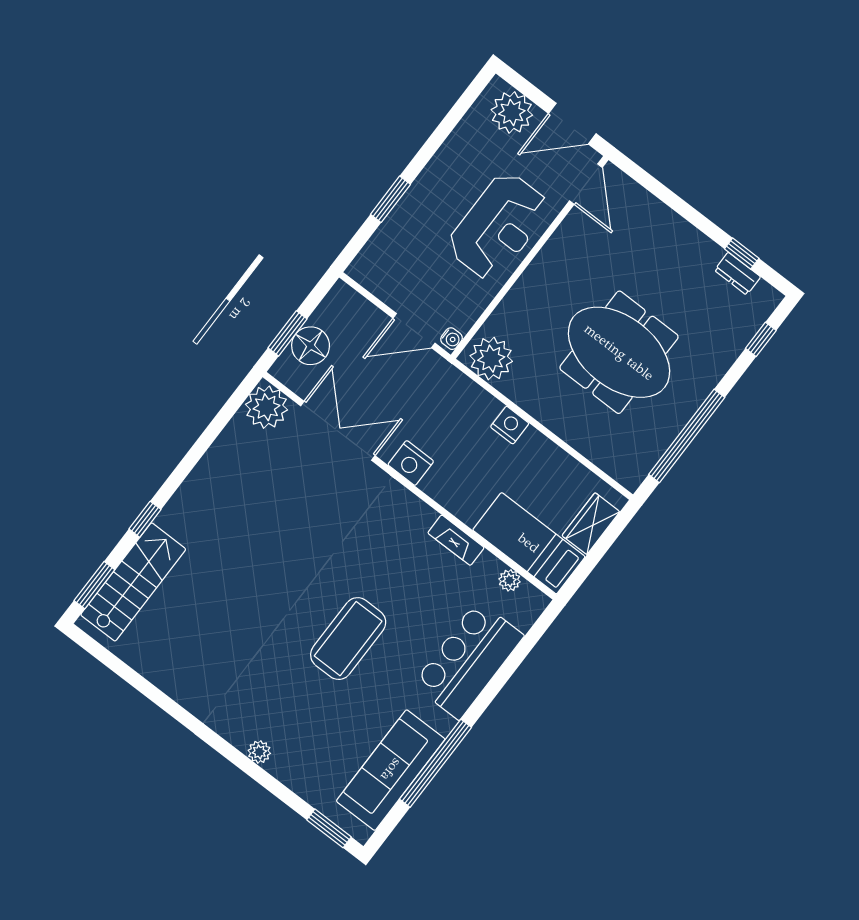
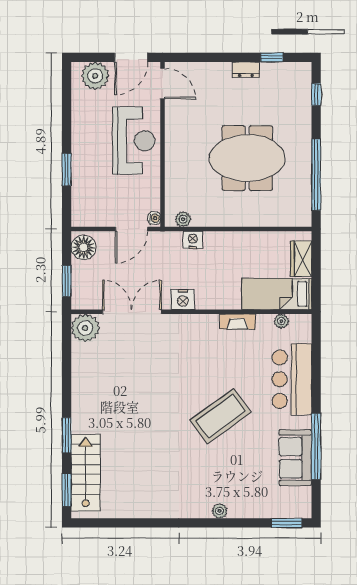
dresser: (737, 274) -> (246, 70), moved
floor lamp: (311, 346) -> (84, 247), moved
plant: (491, 359) -> (183, 219), width x0.53, depth x0.53
nightstand: (510, 425) -> (193, 240), moved
window: (145, 519) -> (67, 435), width x1.50
coffee table: (348, 639) -> (221, 416), turned 54
sofa: (391, 770) -> (295, 458), width x0.73

